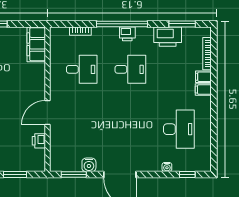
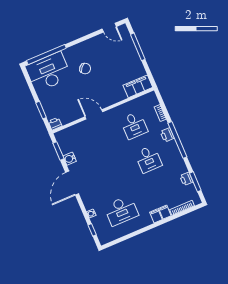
printer: (127, 34) -> (167, 135), moved
printer: (168, 37) -> (186, 179), width x0.53, depth x0.68
printer: (39, 141) -> (55, 124), moved

